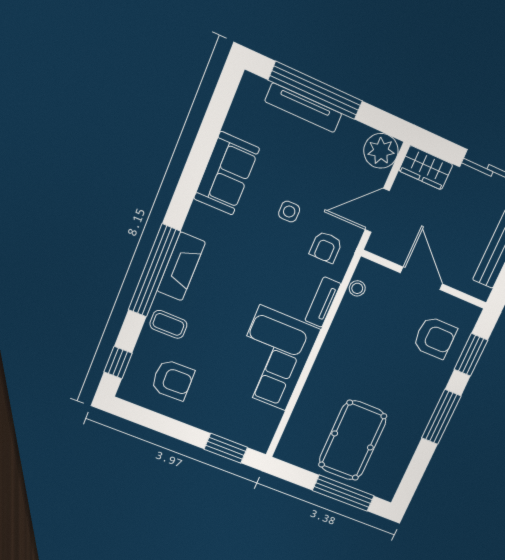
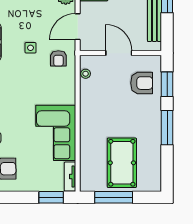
tv unit: (323, 302) -> (70, 177), moved
window: (343, 493) -> (114, 197), moved

